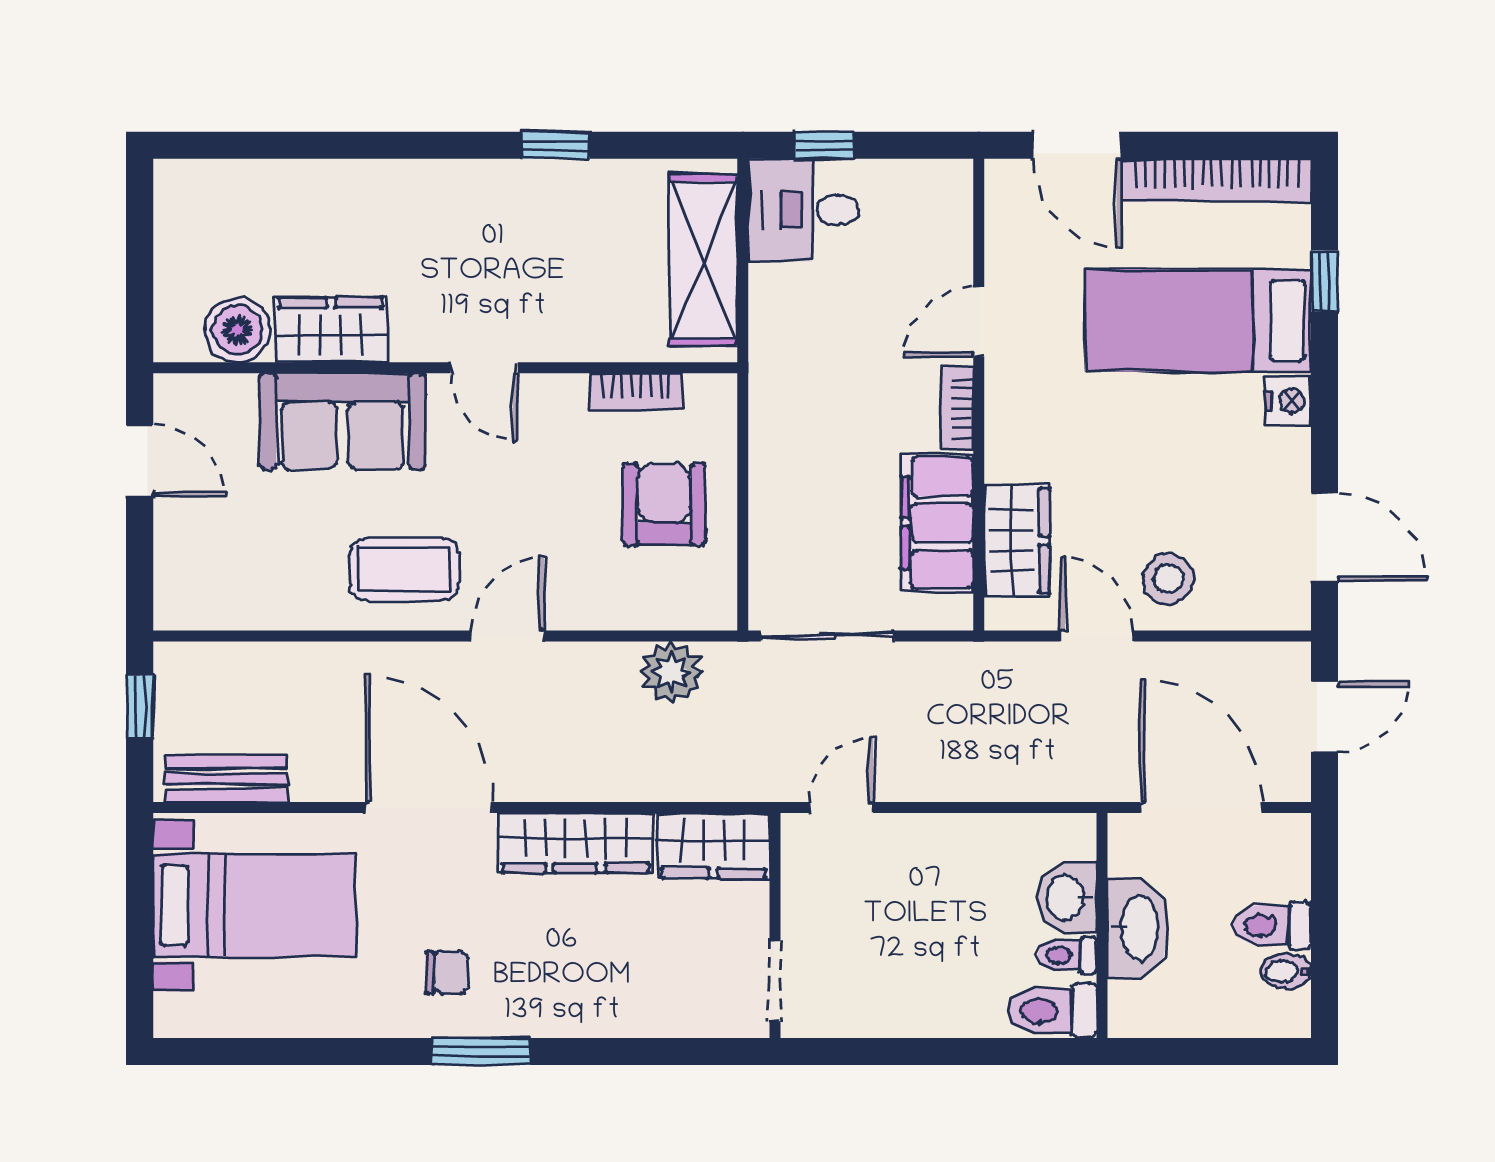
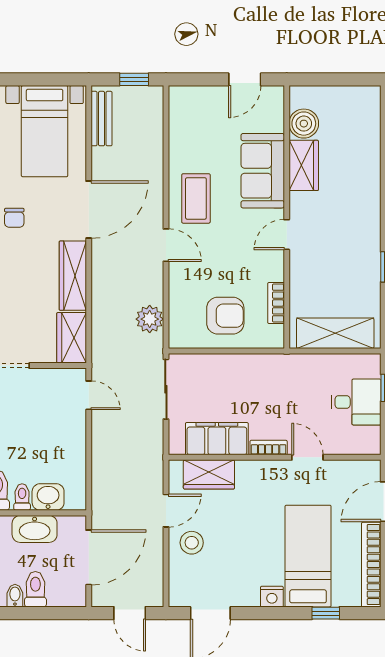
desk: (803, 210) -> (356, 402), moved, turned 90

